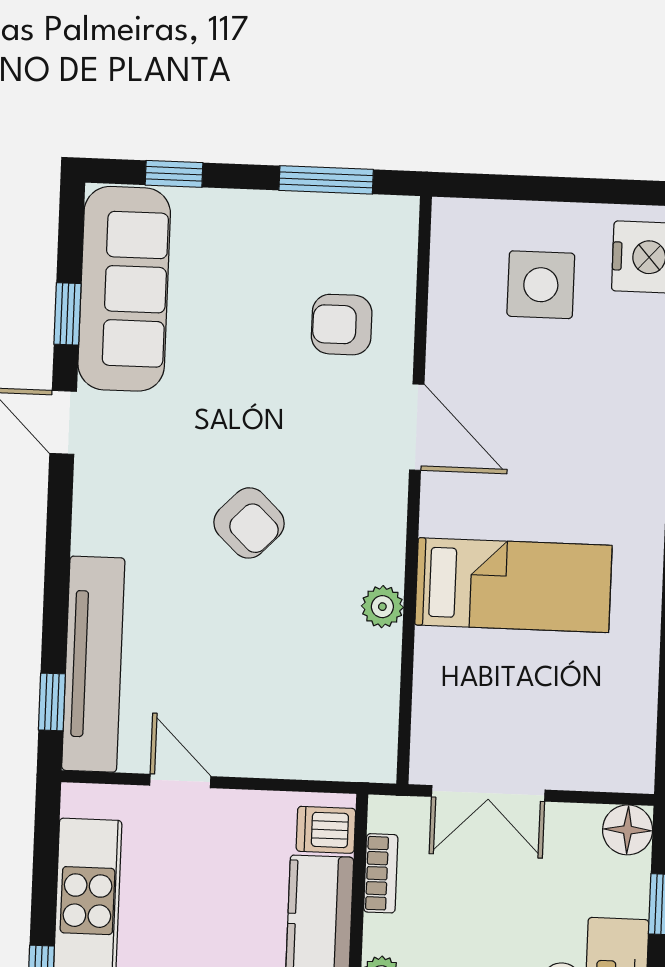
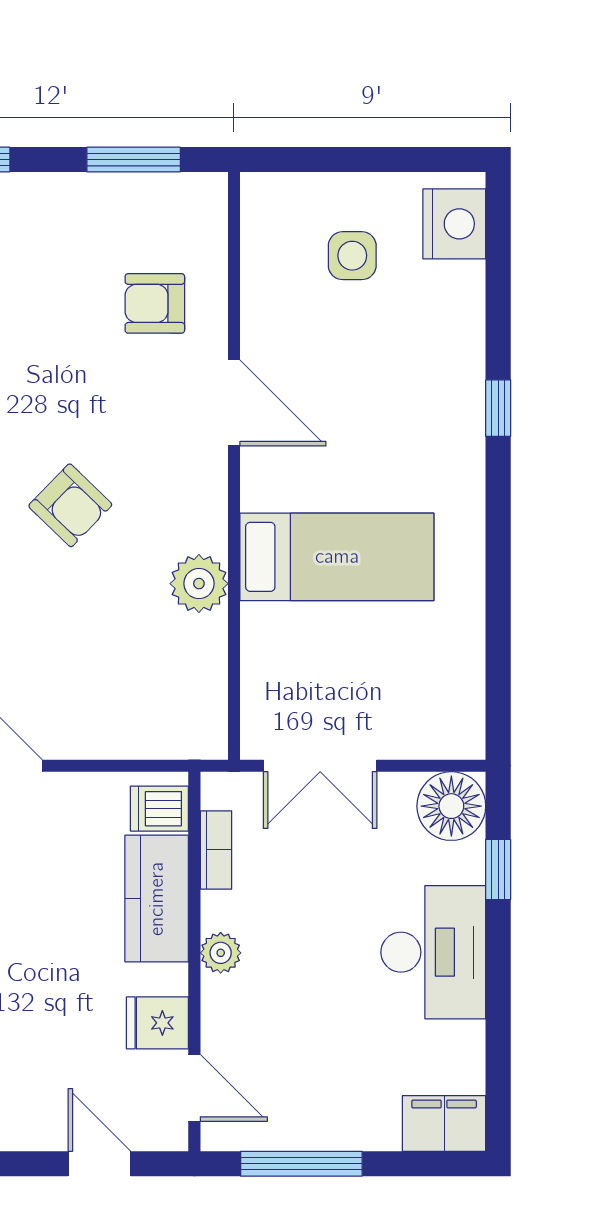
side table: (541, 285) -> (352, 256), width x0.73, depth x0.73
plant: (382, 607) -> (199, 584), width x1.38, depth x1.38
floor lamp: (628, 830) -> (451, 806), width x1.38, depth x1.38

